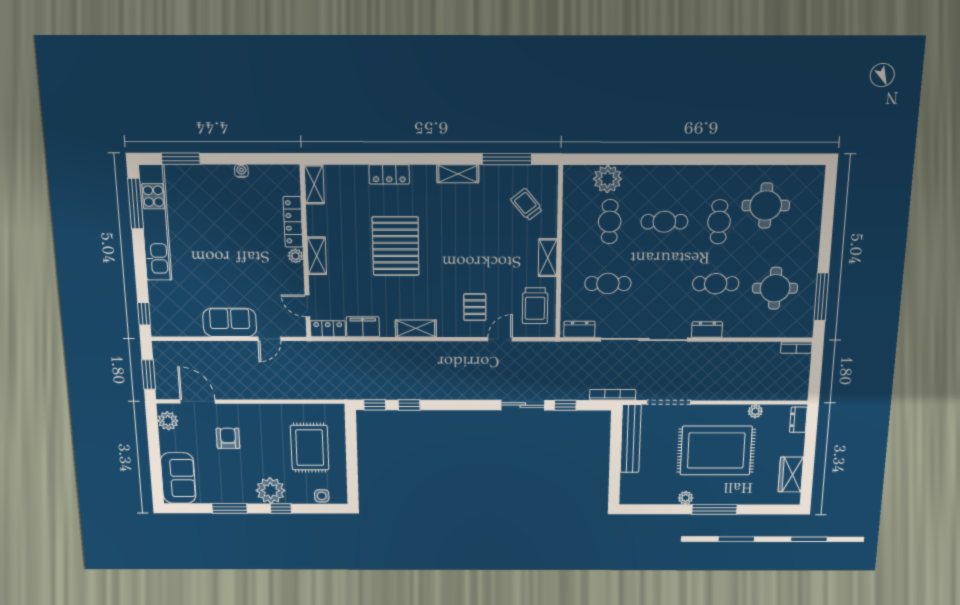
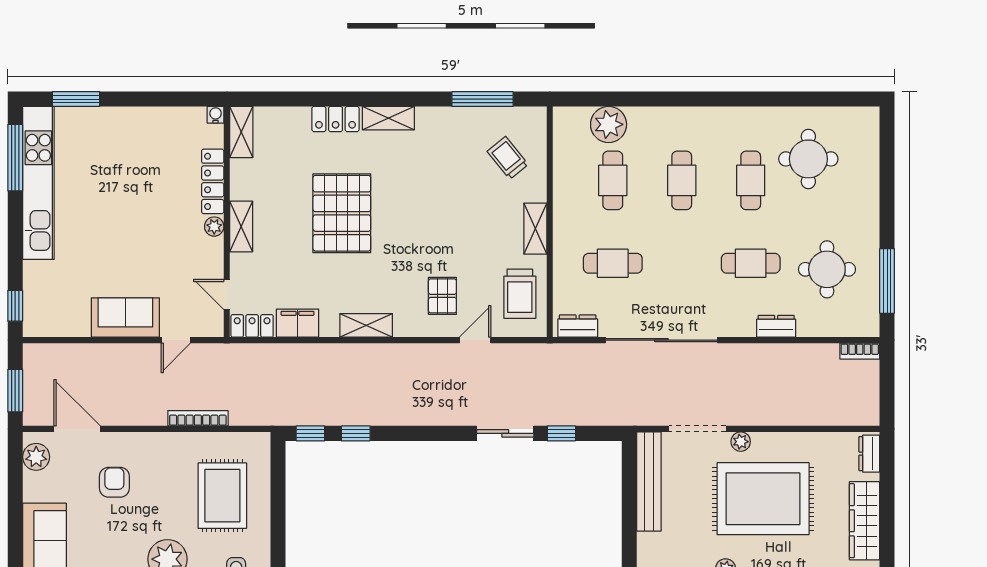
water cooler: (241, 171) -> (216, 115), moved
shelving: (458, 174) -> (388, 118), moved
cafe table: (664, 222) -> (682, 180), turned 90
dresser: (707, 330) -> (776, 326), moved
bookcase: (613, 395) -> (198, 418), moved
plant: (755, 411) -> (741, 442), moved
wardrobe: (791, 474) -> (865, 521), width x1.50

